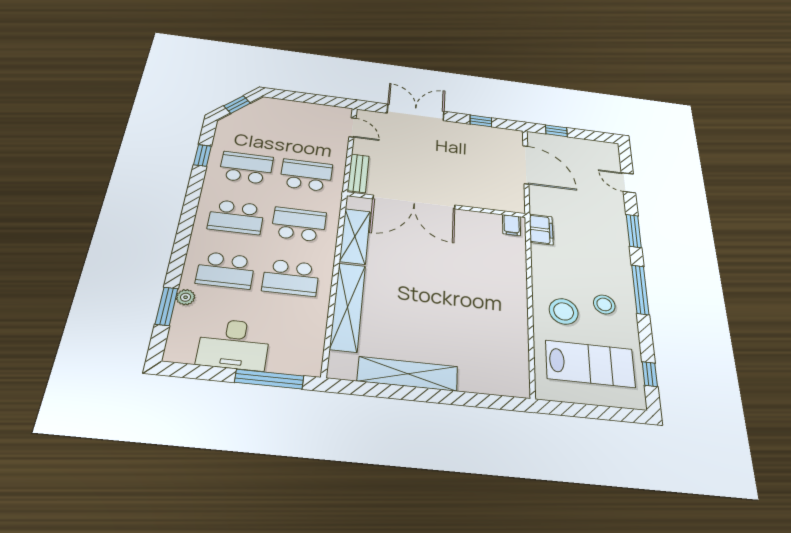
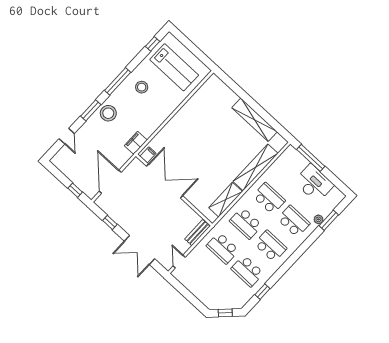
double door: (414, 202) -> (165, 181), moved
stool: (564, 311) -> (108, 113), moved
lab bench: (590, 364) -> (174, 67), turned 180

